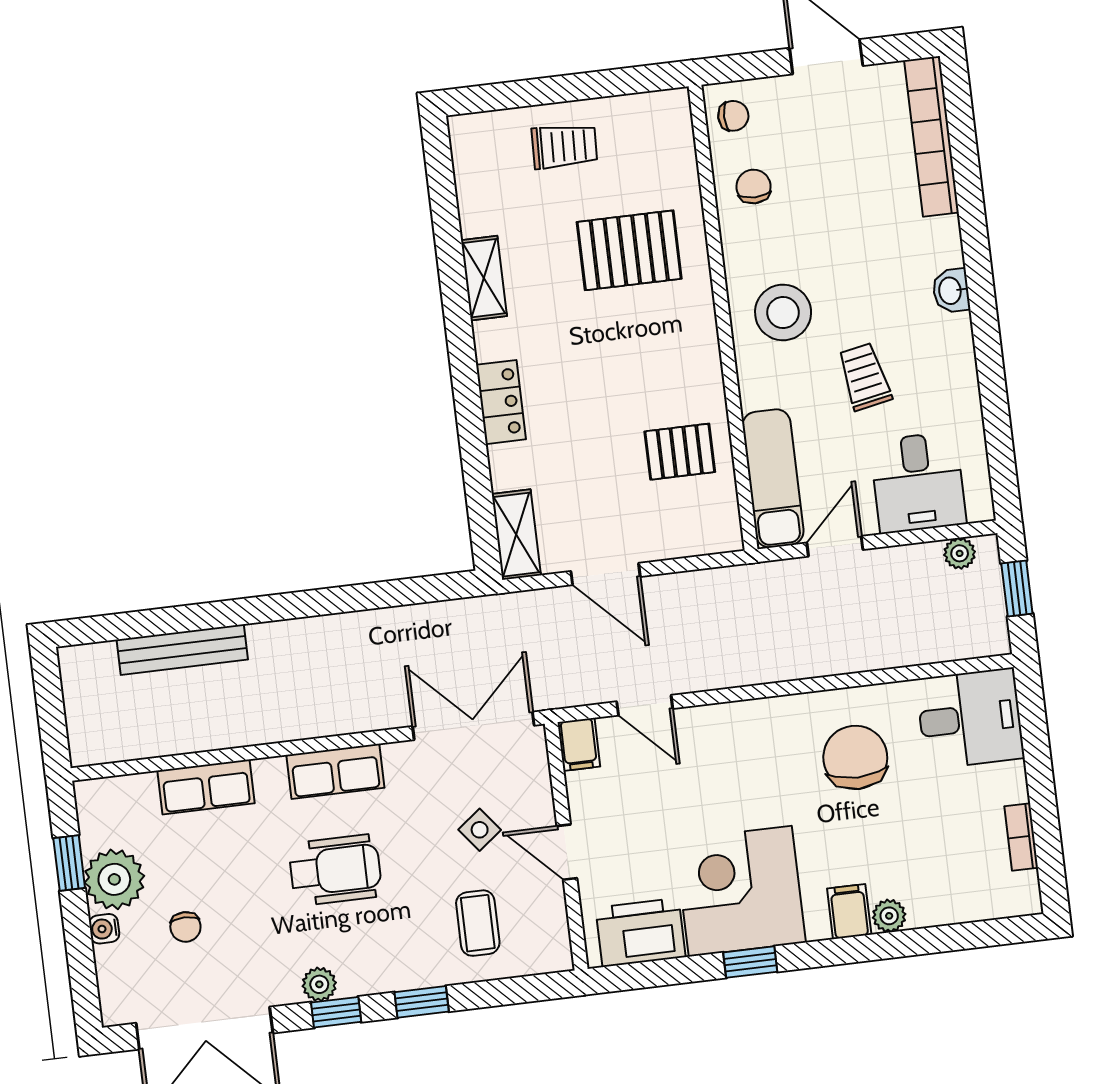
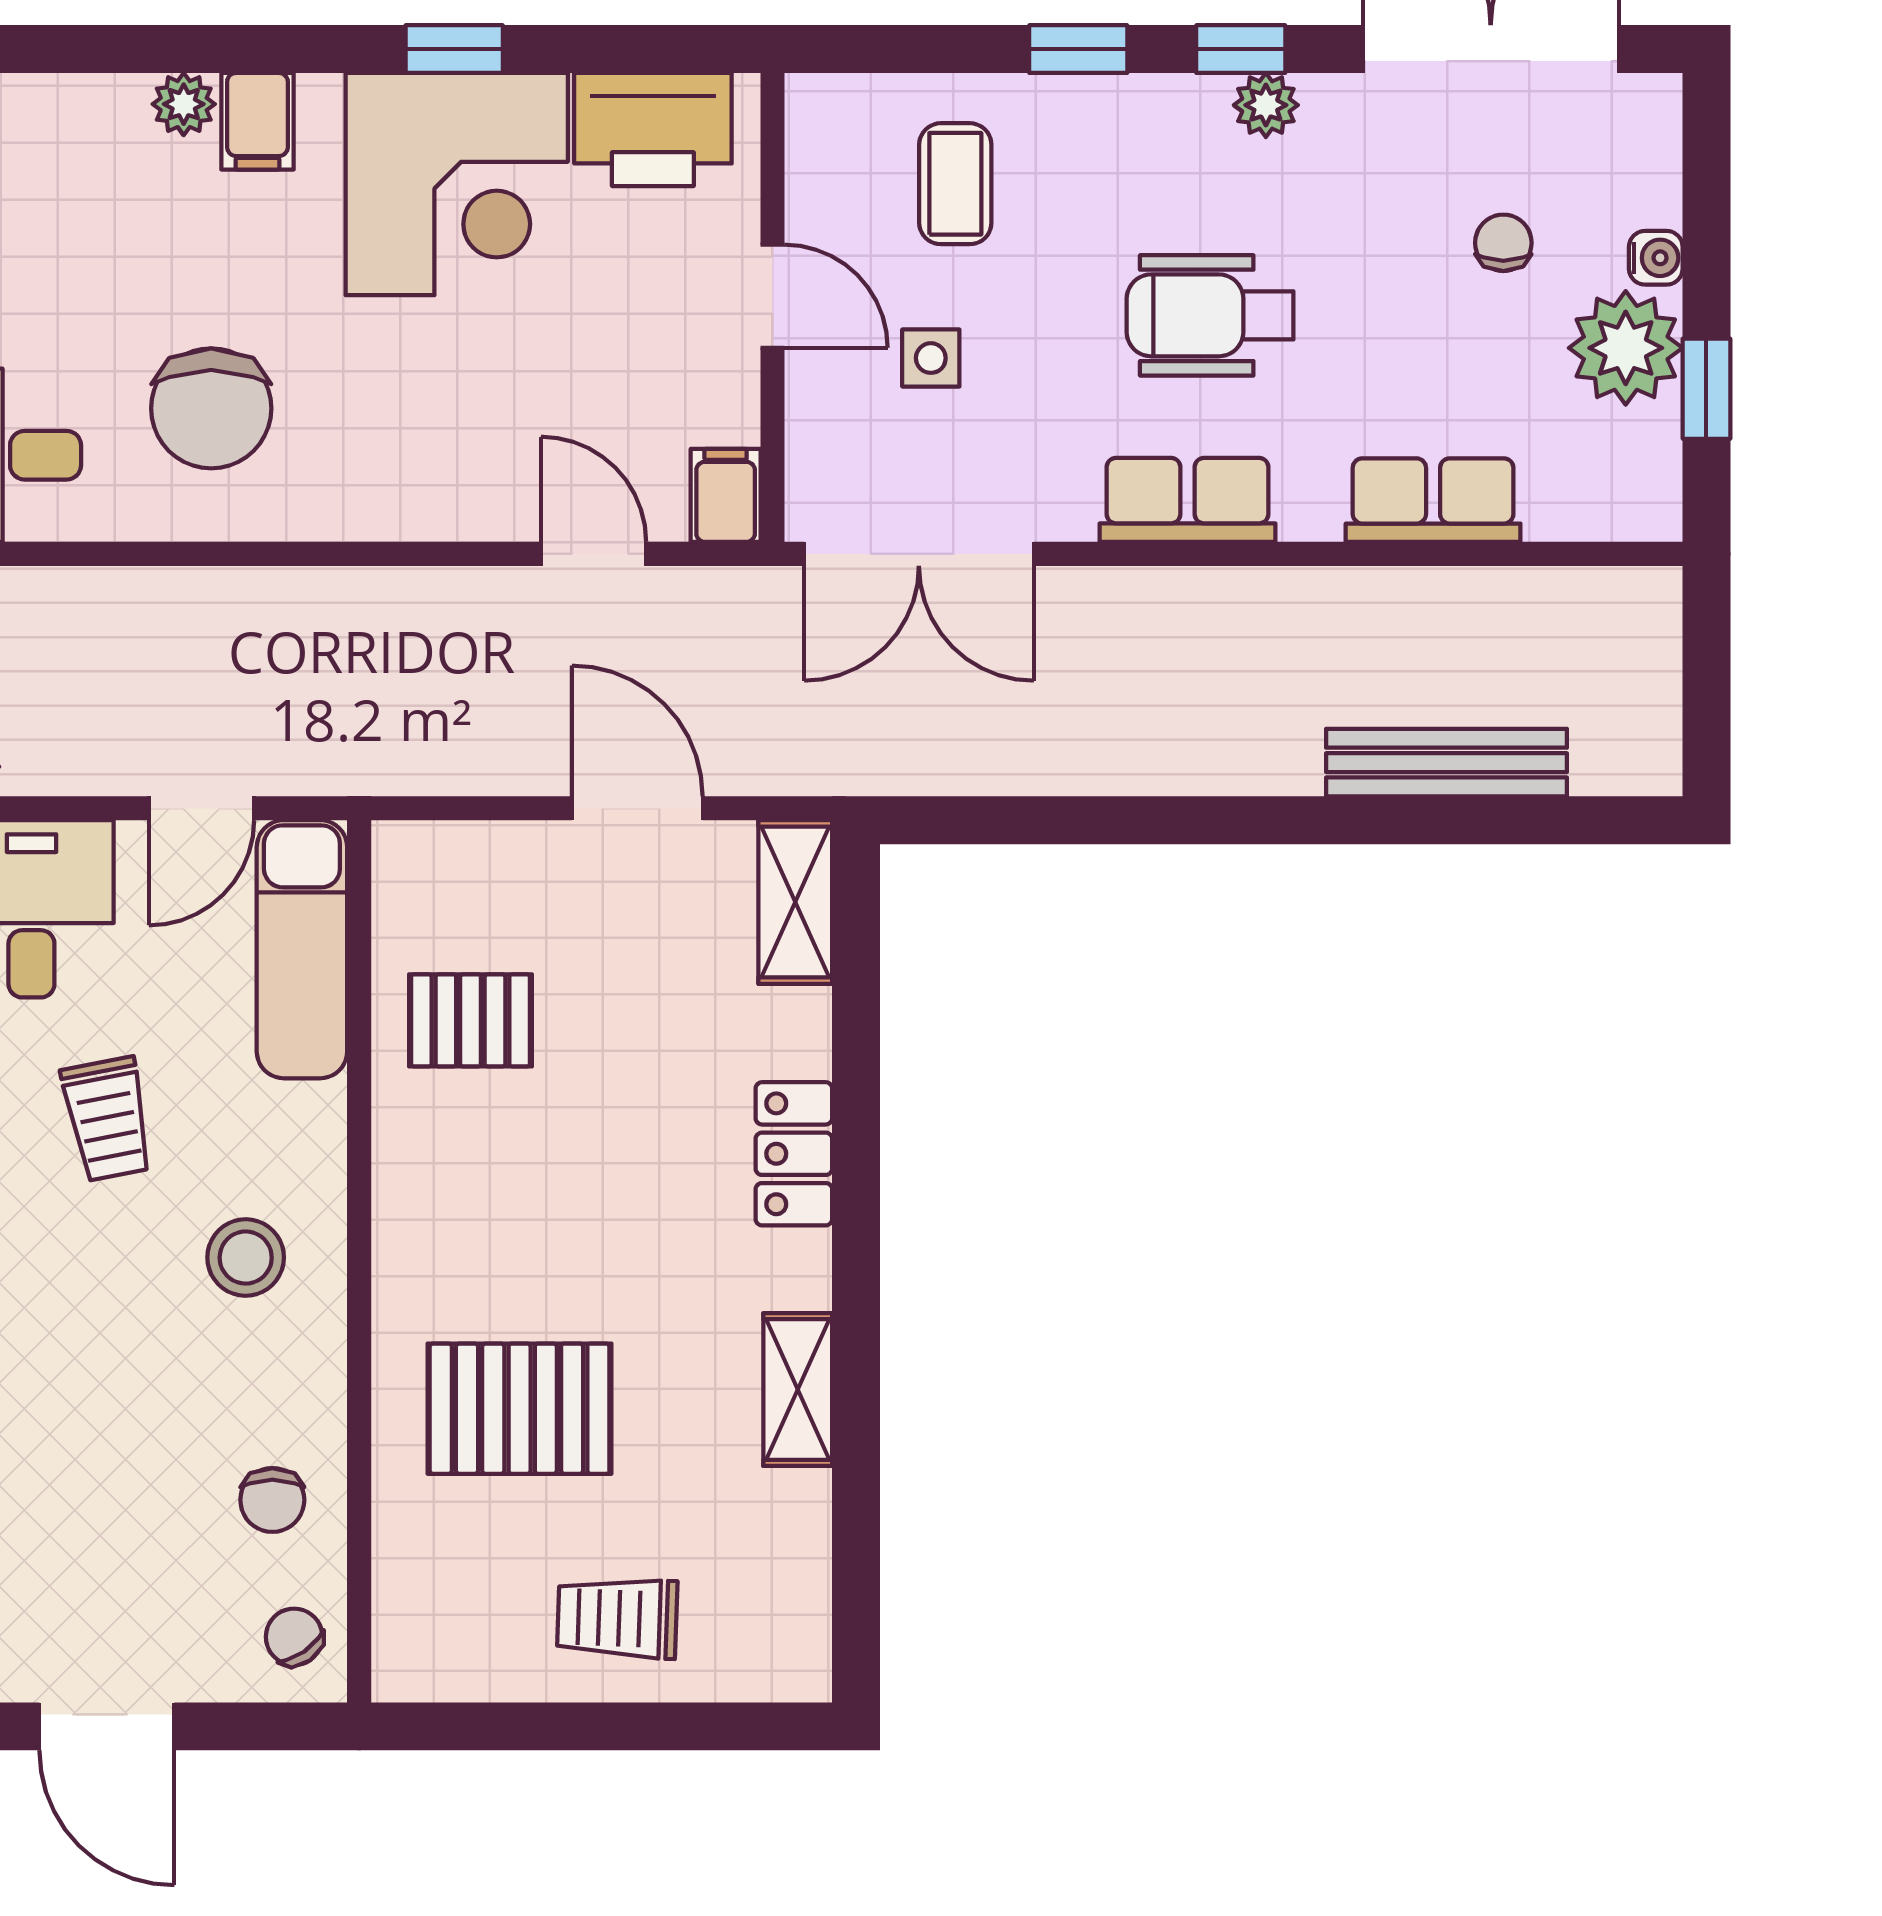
chair: (733, 116) -> (294, 1637), turned 55
stool: (783, 312) -> (246, 1258), width x0.73, depth x0.73
side table: (480, 830) -> (931, 358), turned 38

